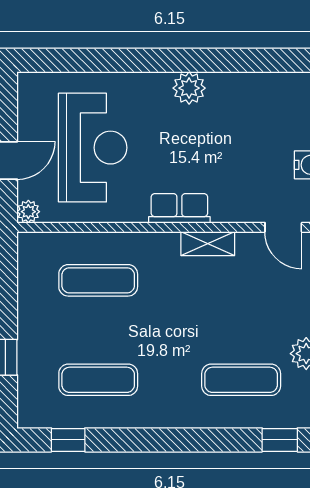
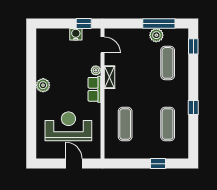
plant: (28, 212) -> (96, 70), moved
door: (283, 227) -> (102, 45), hinge flipped
window: (68, 440) -> (193, 108), moved

